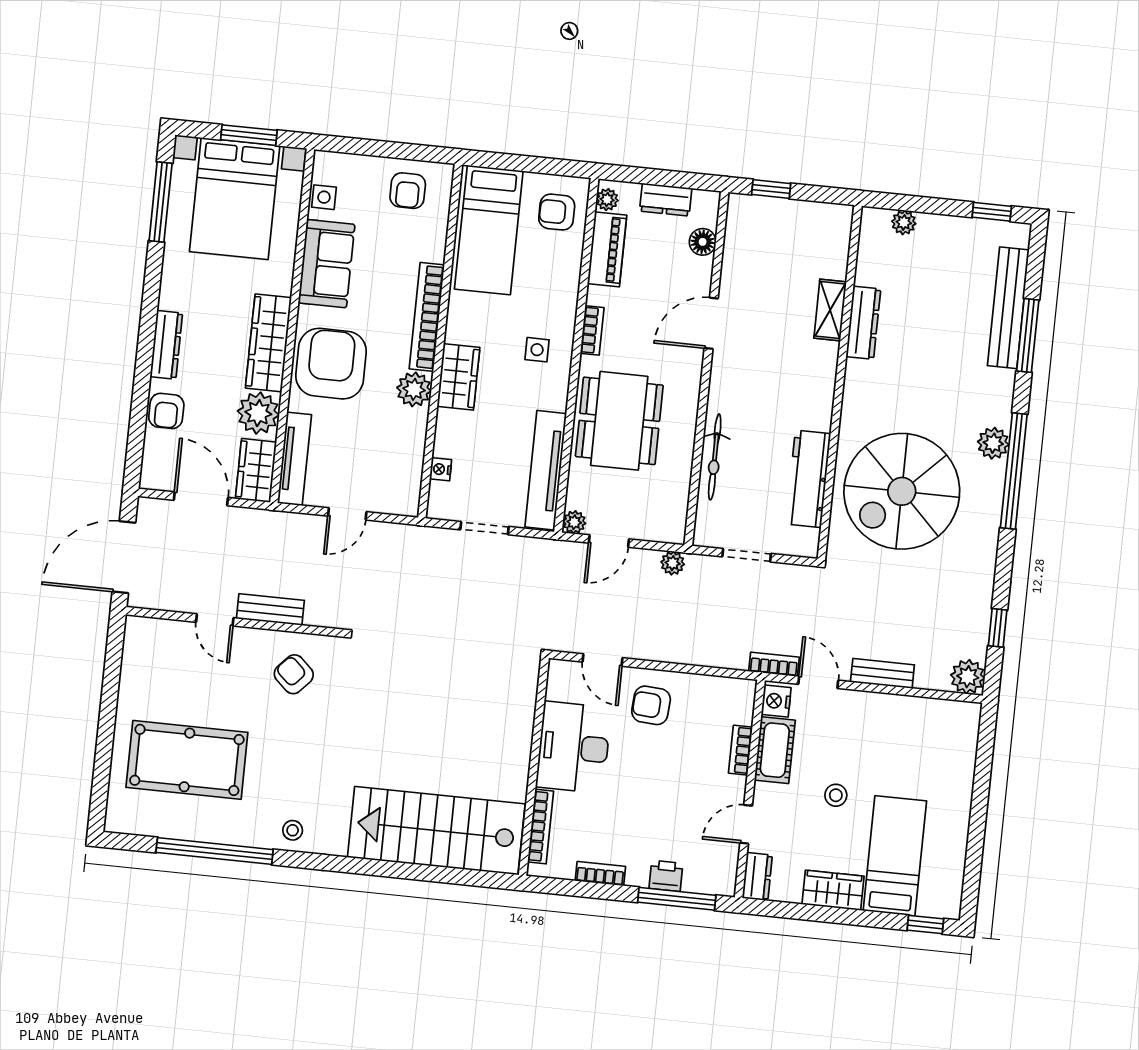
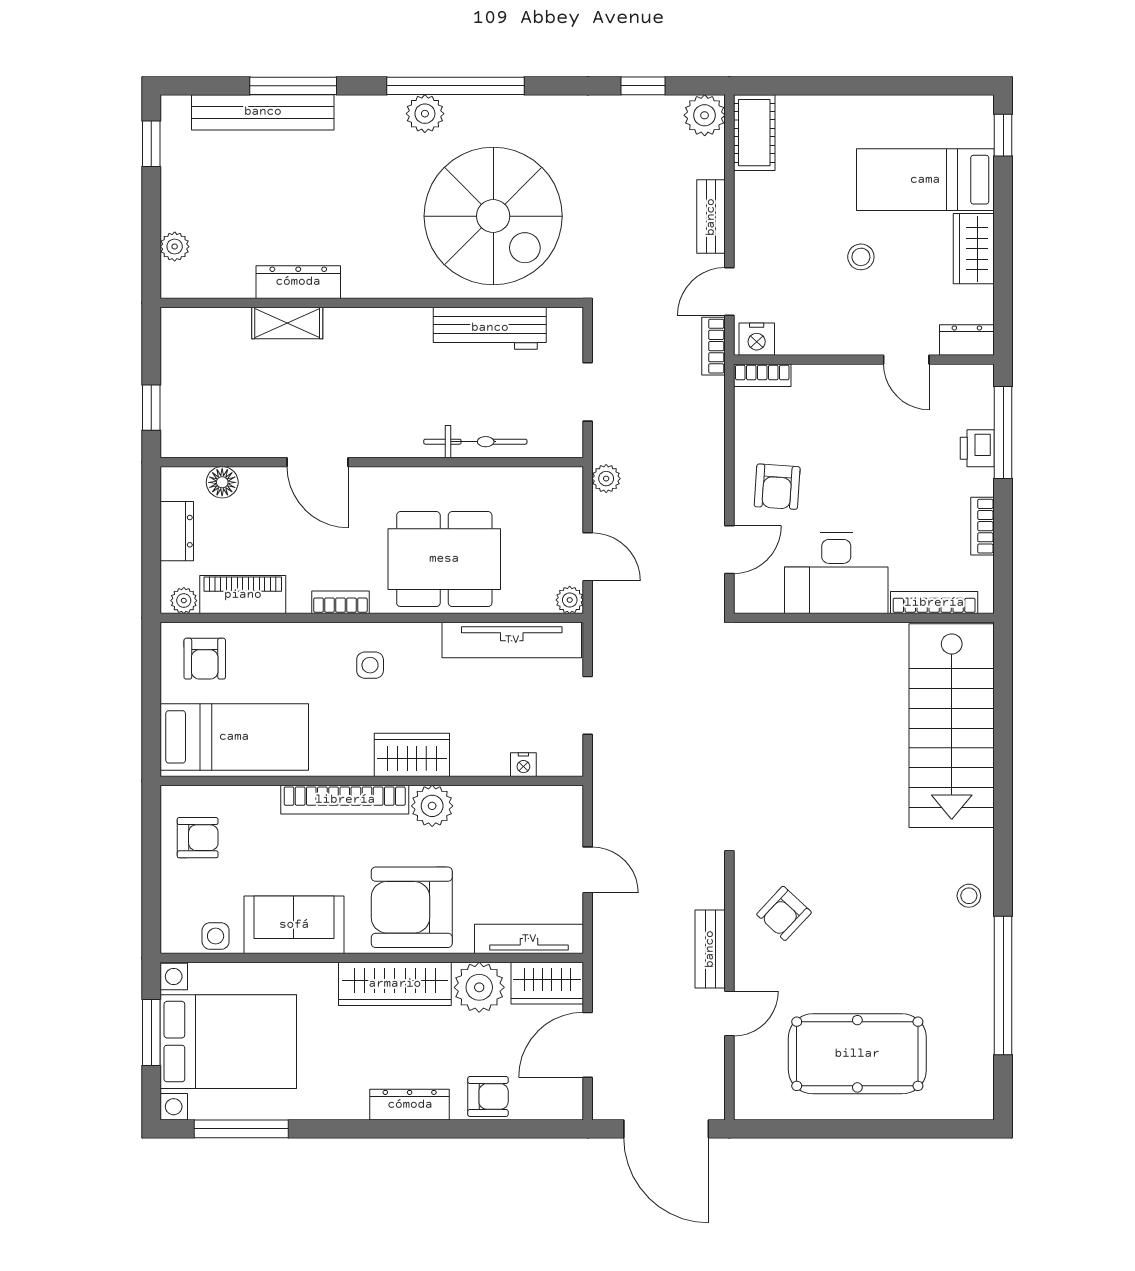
bookcase: (741, 750) -> (762, 375), moved
cot: (775, 750) -> (754, 133), moved, turned 90
pool table: (187, 760) -> (857, 1054), moved, turned 90

